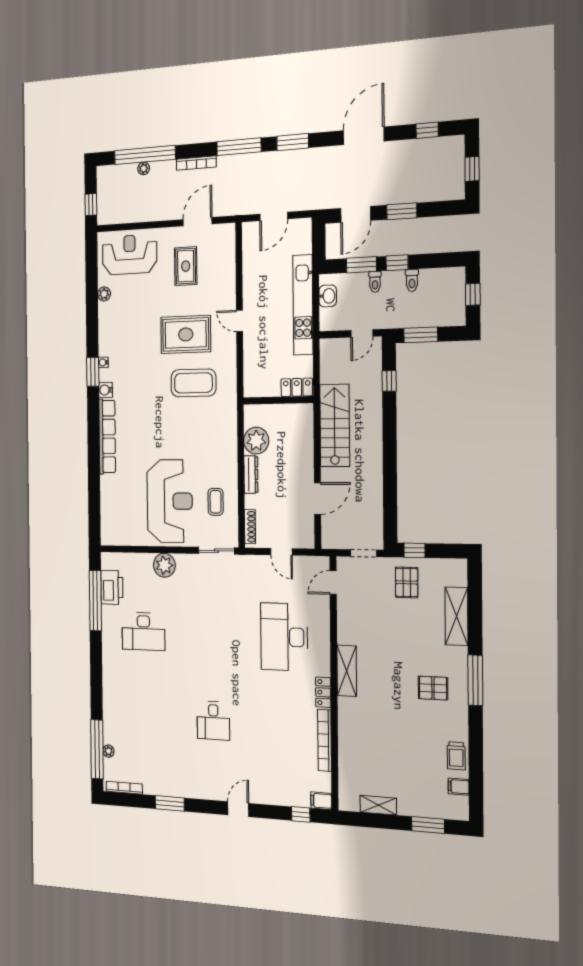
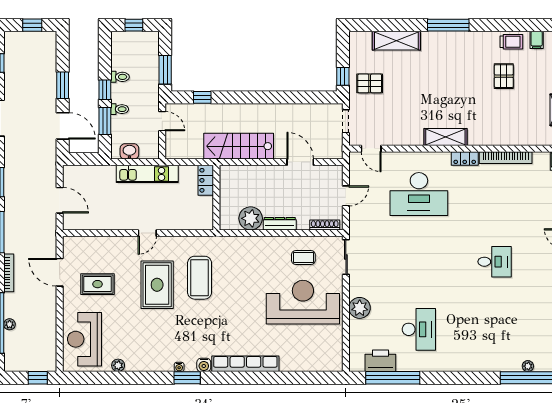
kitchen unit: (303, 305) -> (147, 174), width x0.73
pallet: (433, 688) -> (504, 76), moved

